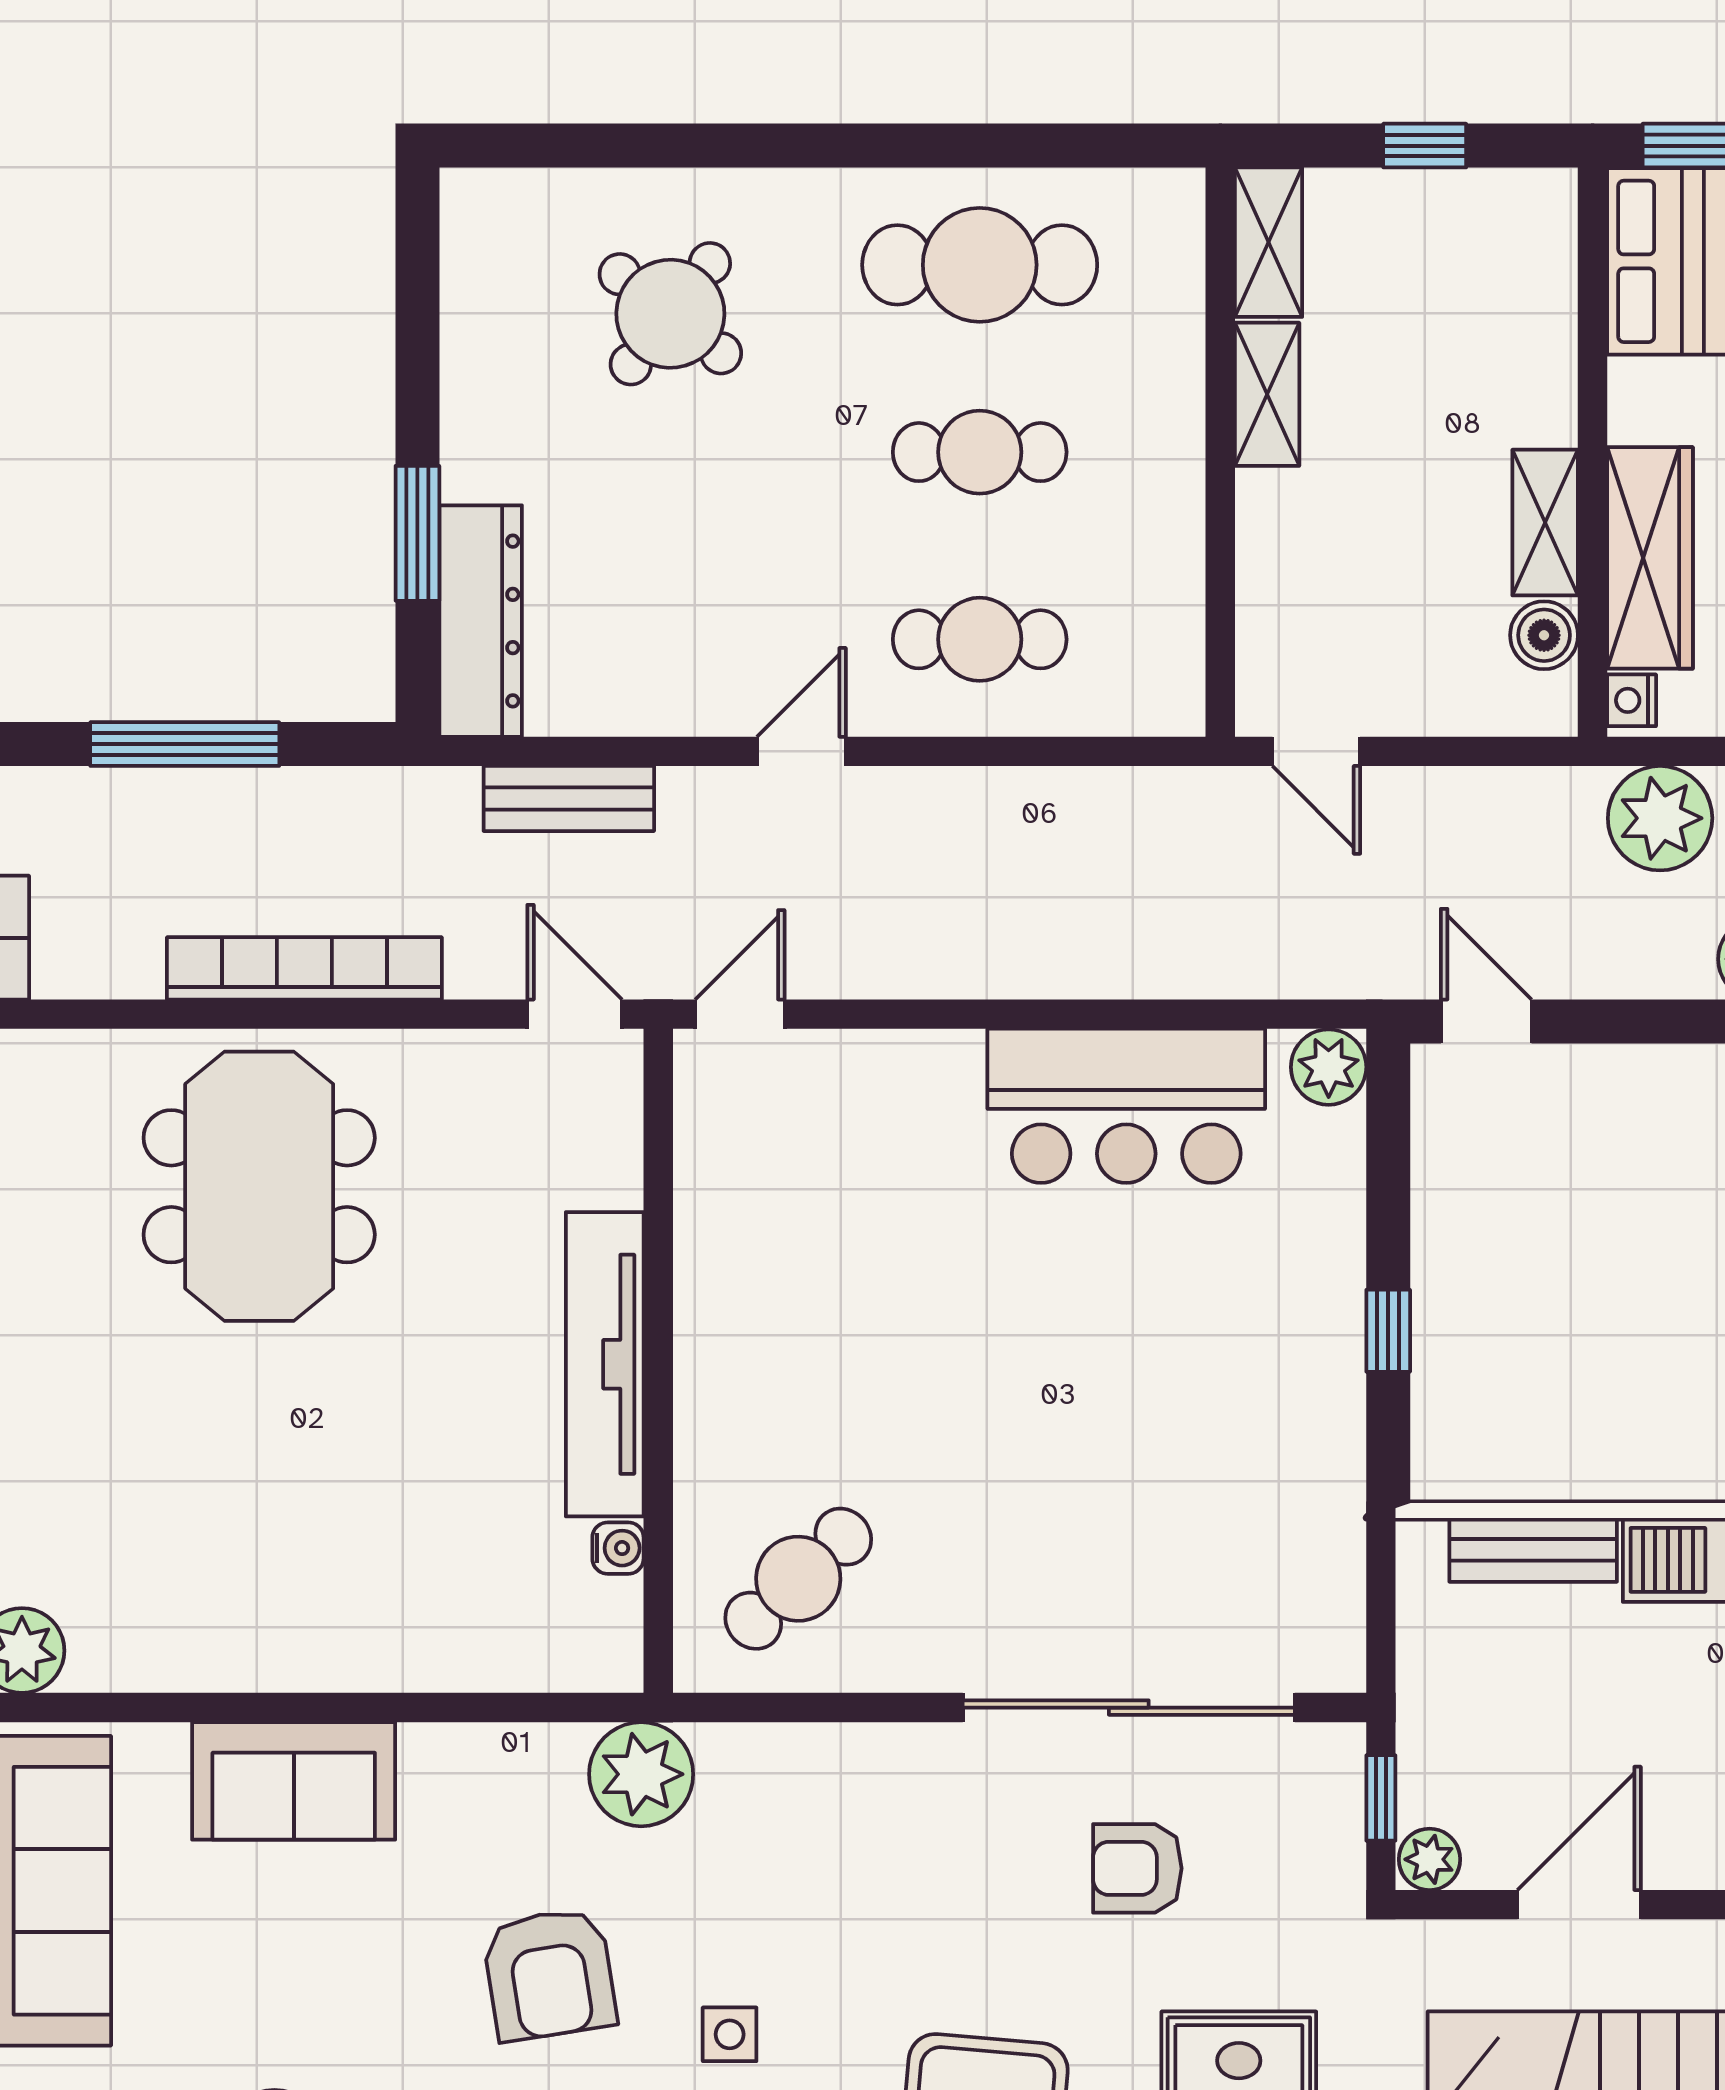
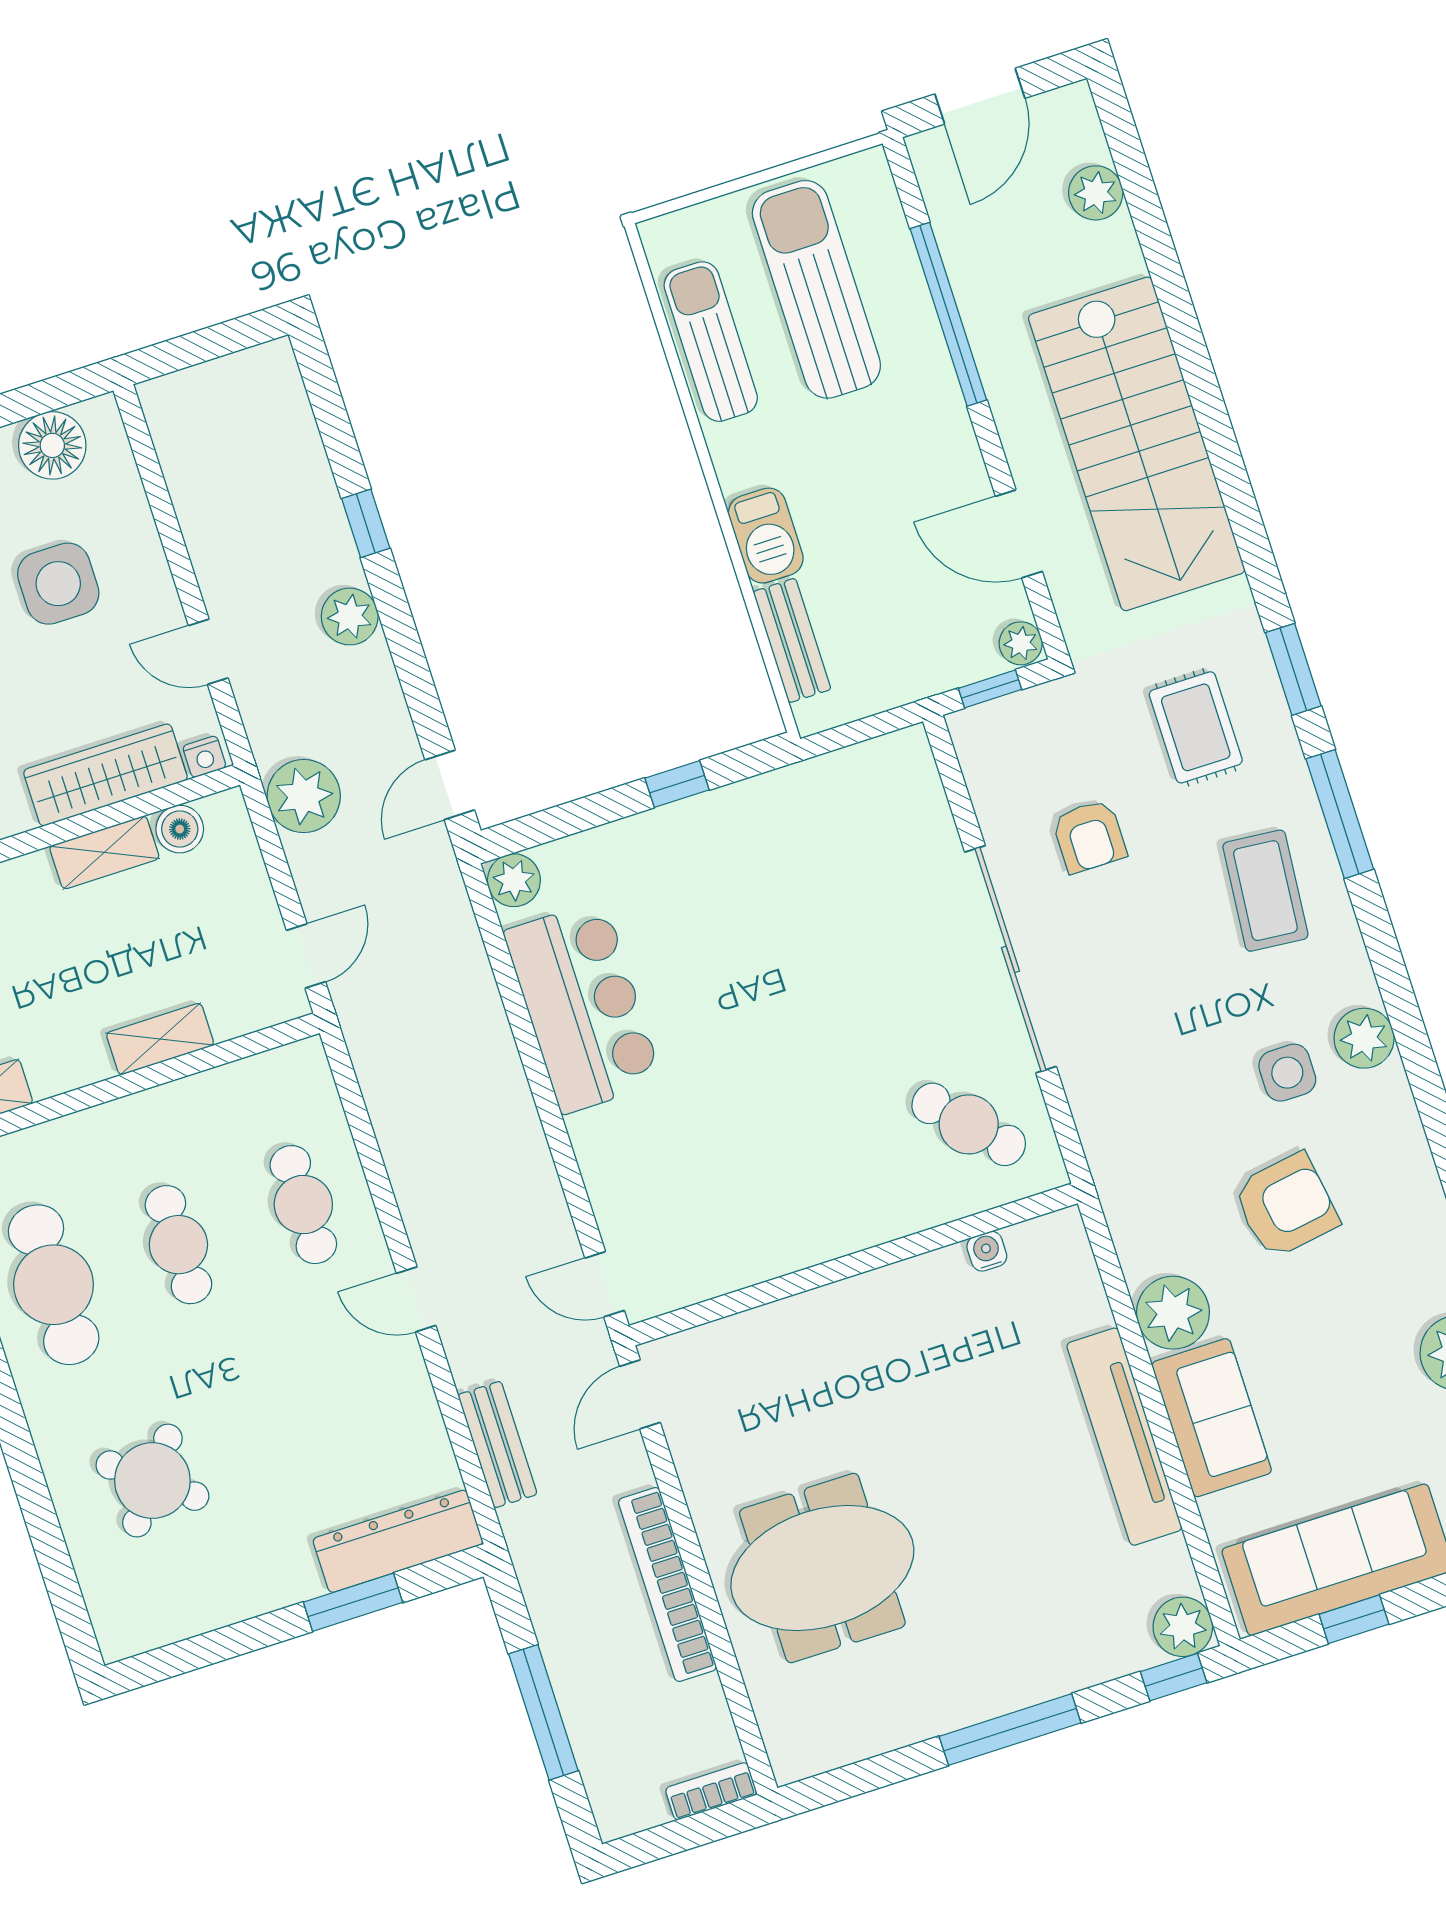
shelving: (1267, 394) -> (160, 1039), moved
plant: (1660, 818) -> (304, 796), moved
tv unit: (605, 1364) -> (1124, 1437), moved, turned 90
sliding door: (1129, 1708) -> (1010, 959), moved
plant: (641, 1774) -> (1173, 1313), moved
side table: (730, 2034) -> (1287, 1073), width x1.37, depth x1.37

